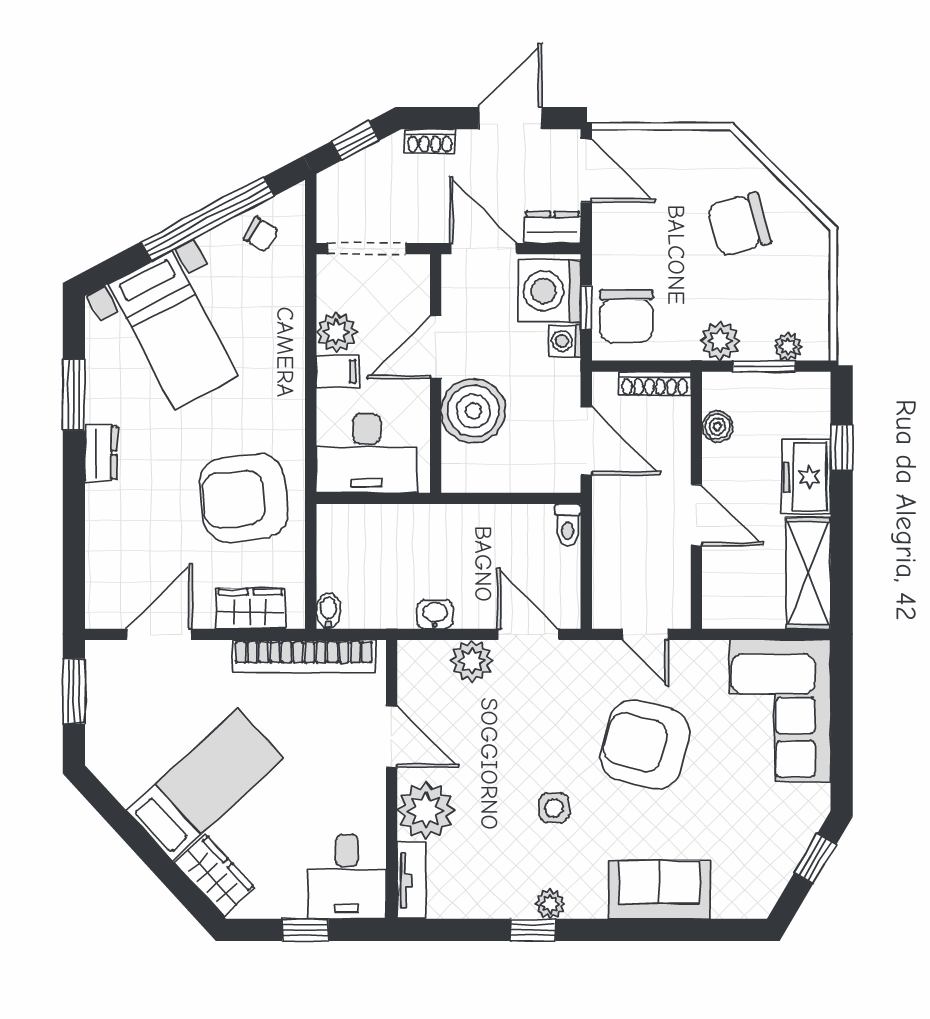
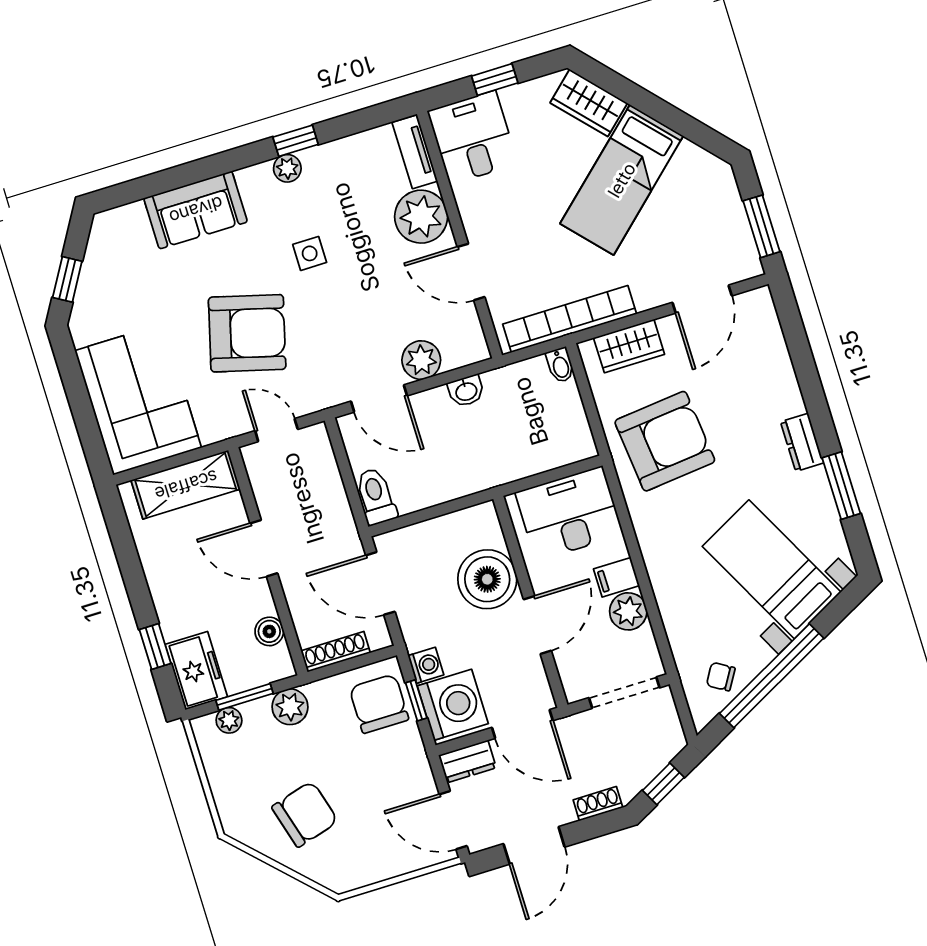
freezer: (806, 477) -> (196, 671), moved
toilet: (568, 525) -> (376, 496), width x1.37, depth x1.39
shelving: (808, 573) -> (186, 485), moved, turned 90

